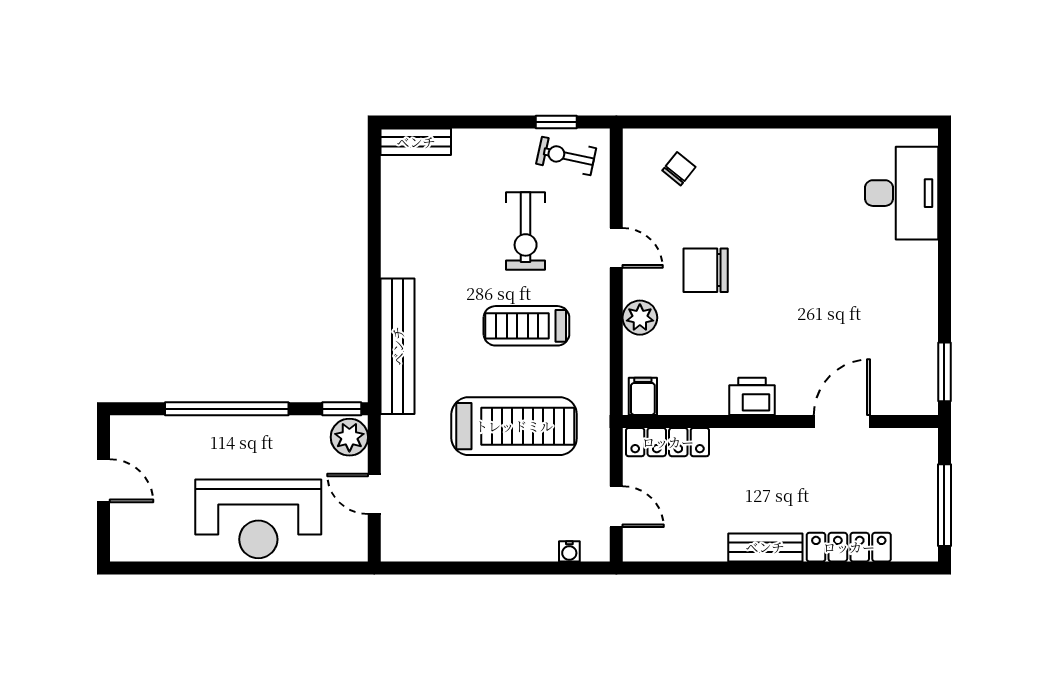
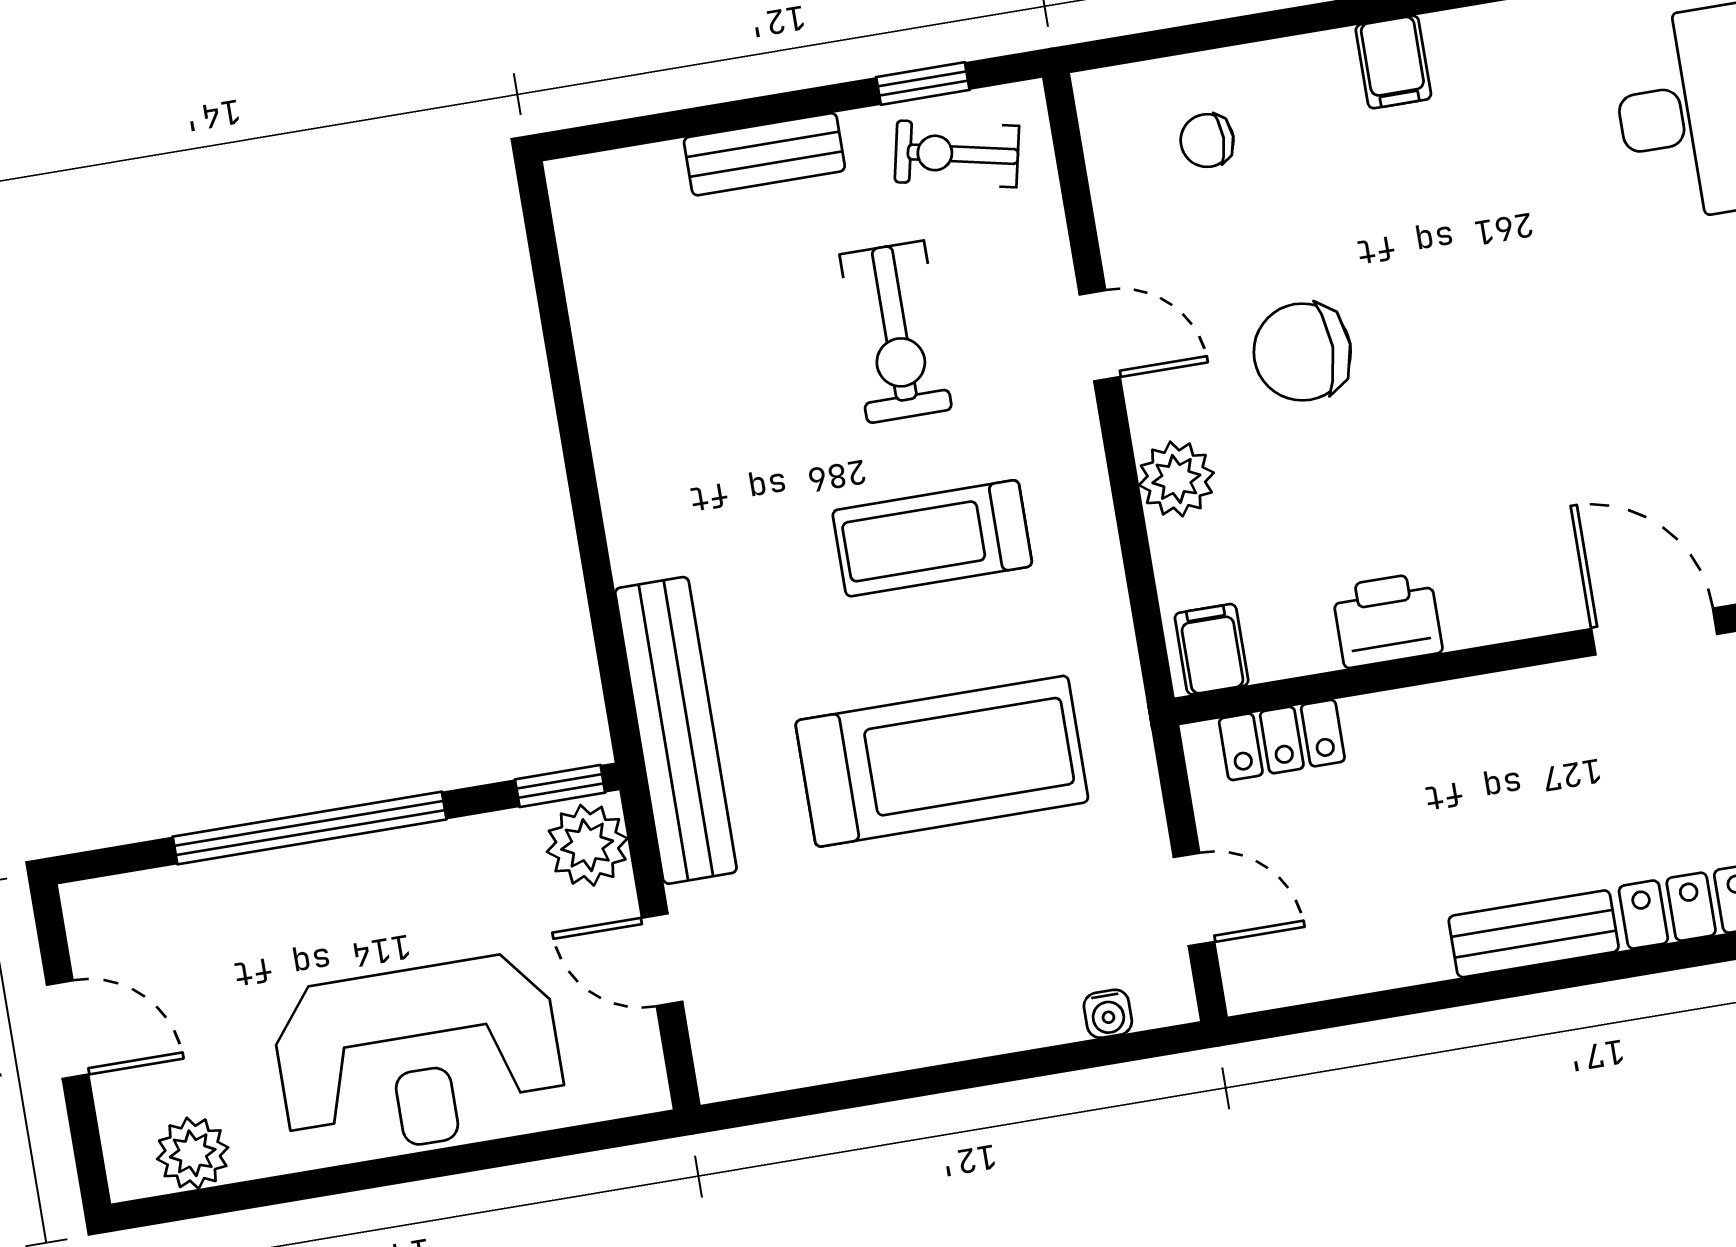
bench: (416, 142) -> (764, 154), moved
filing cabinet: (768, 148) -> (1393, 62), added
chair: (679, 169) -> (1207, 141), turned -129
bench: (398, 346) -> (676, 730), moved
printer: (752, 396) -> (1387, 620), moved
door: (842, 421) -> (1654, 631), hinge flipped
locker: (668, 442) -> (1282, 740), width x0.66
plant: (150, 545) -> (193, 1153), added

